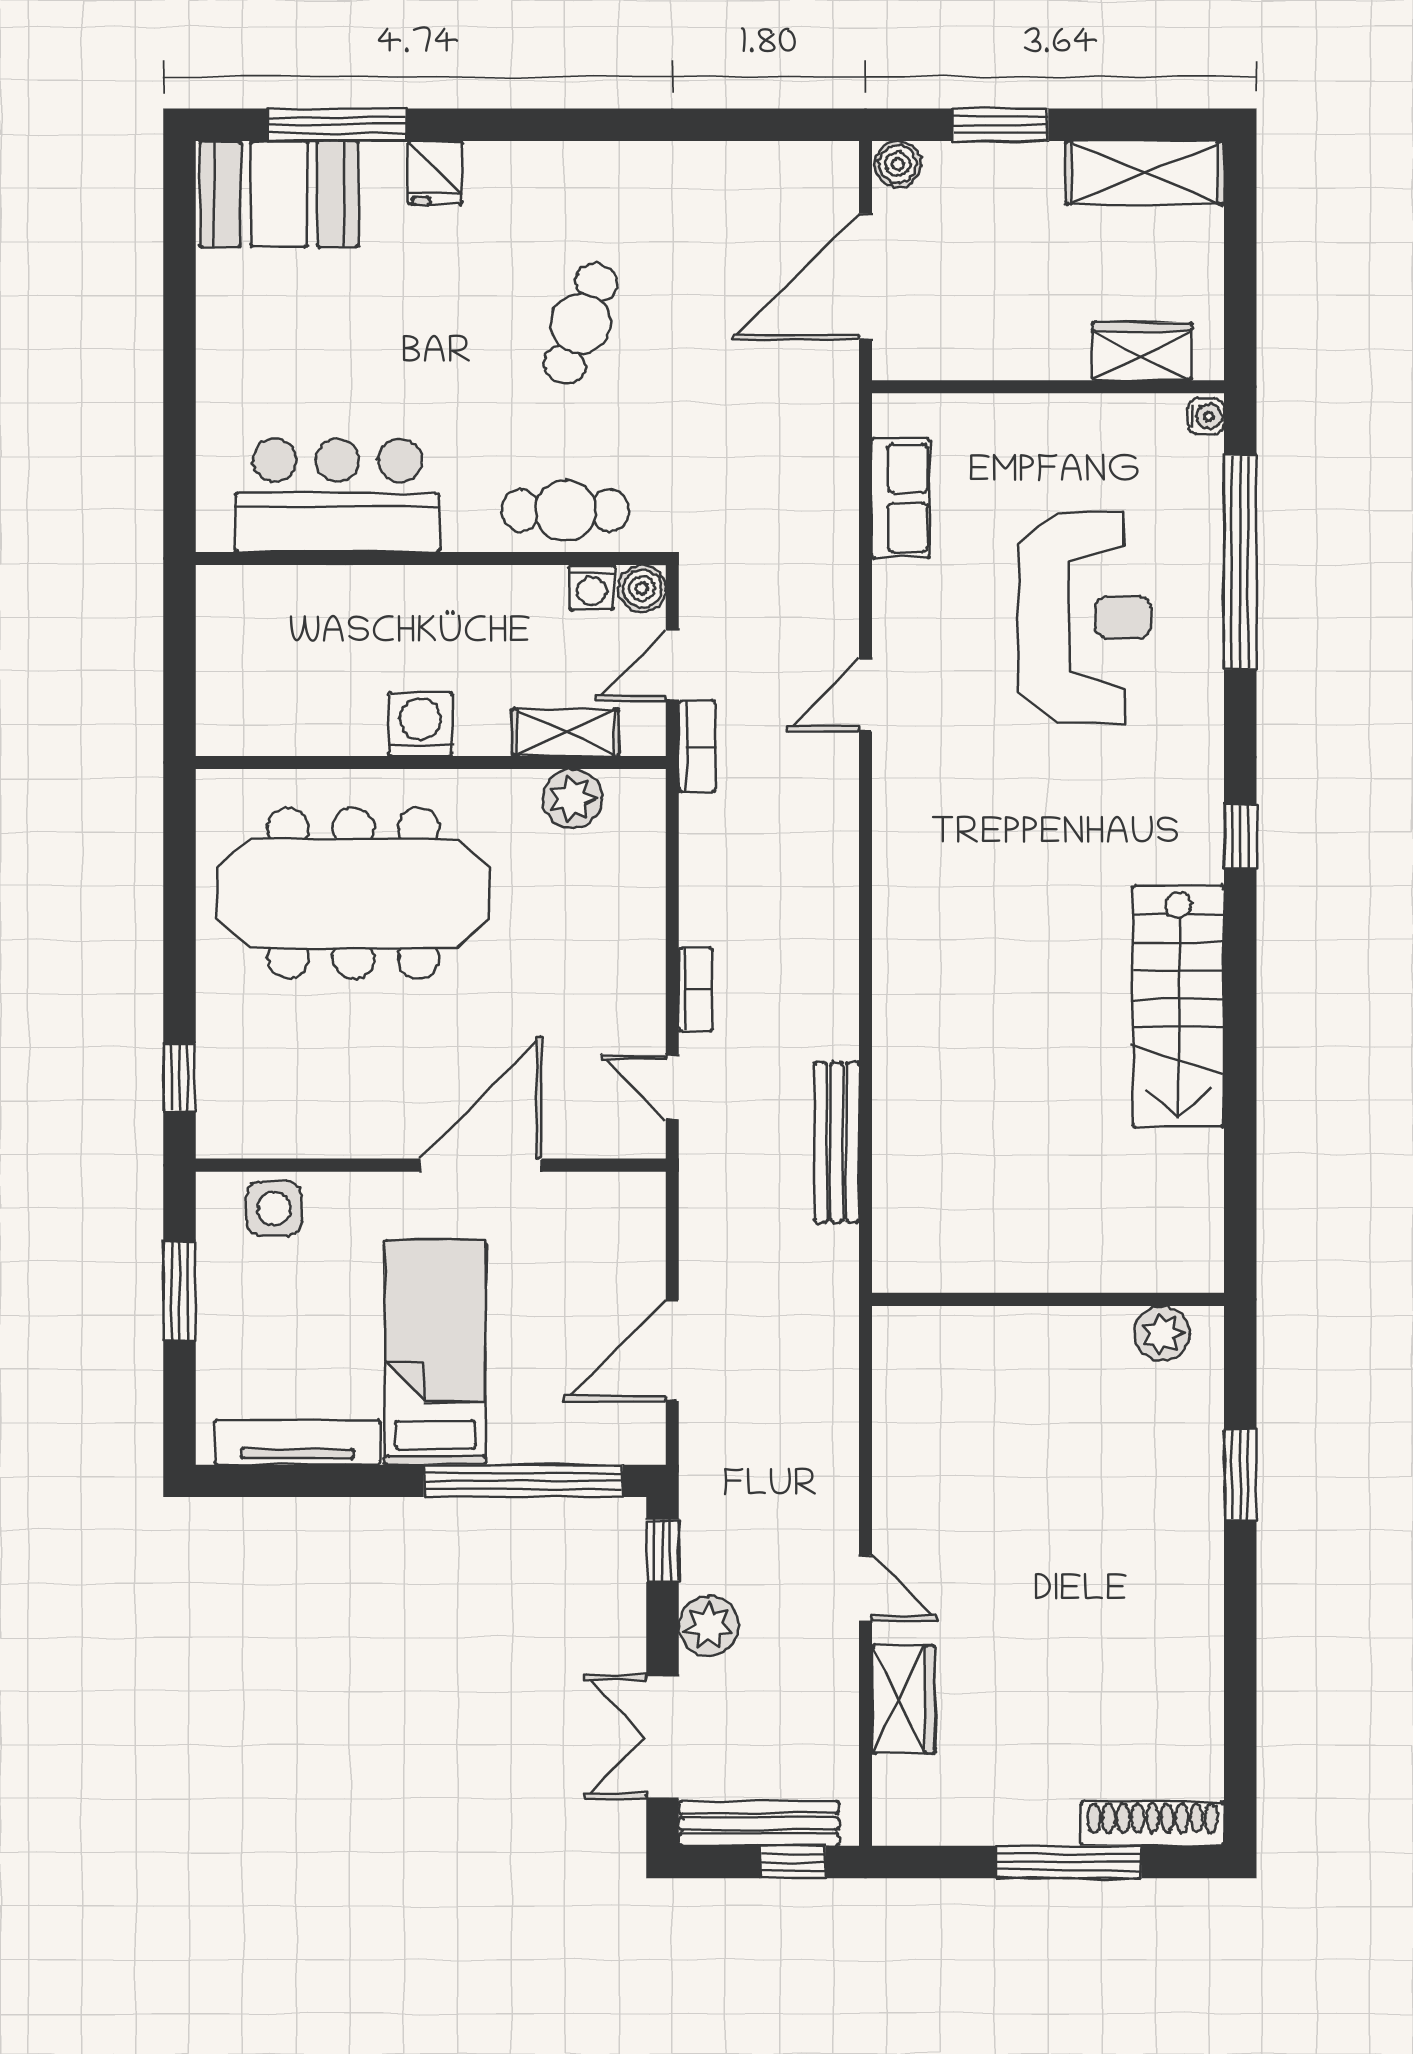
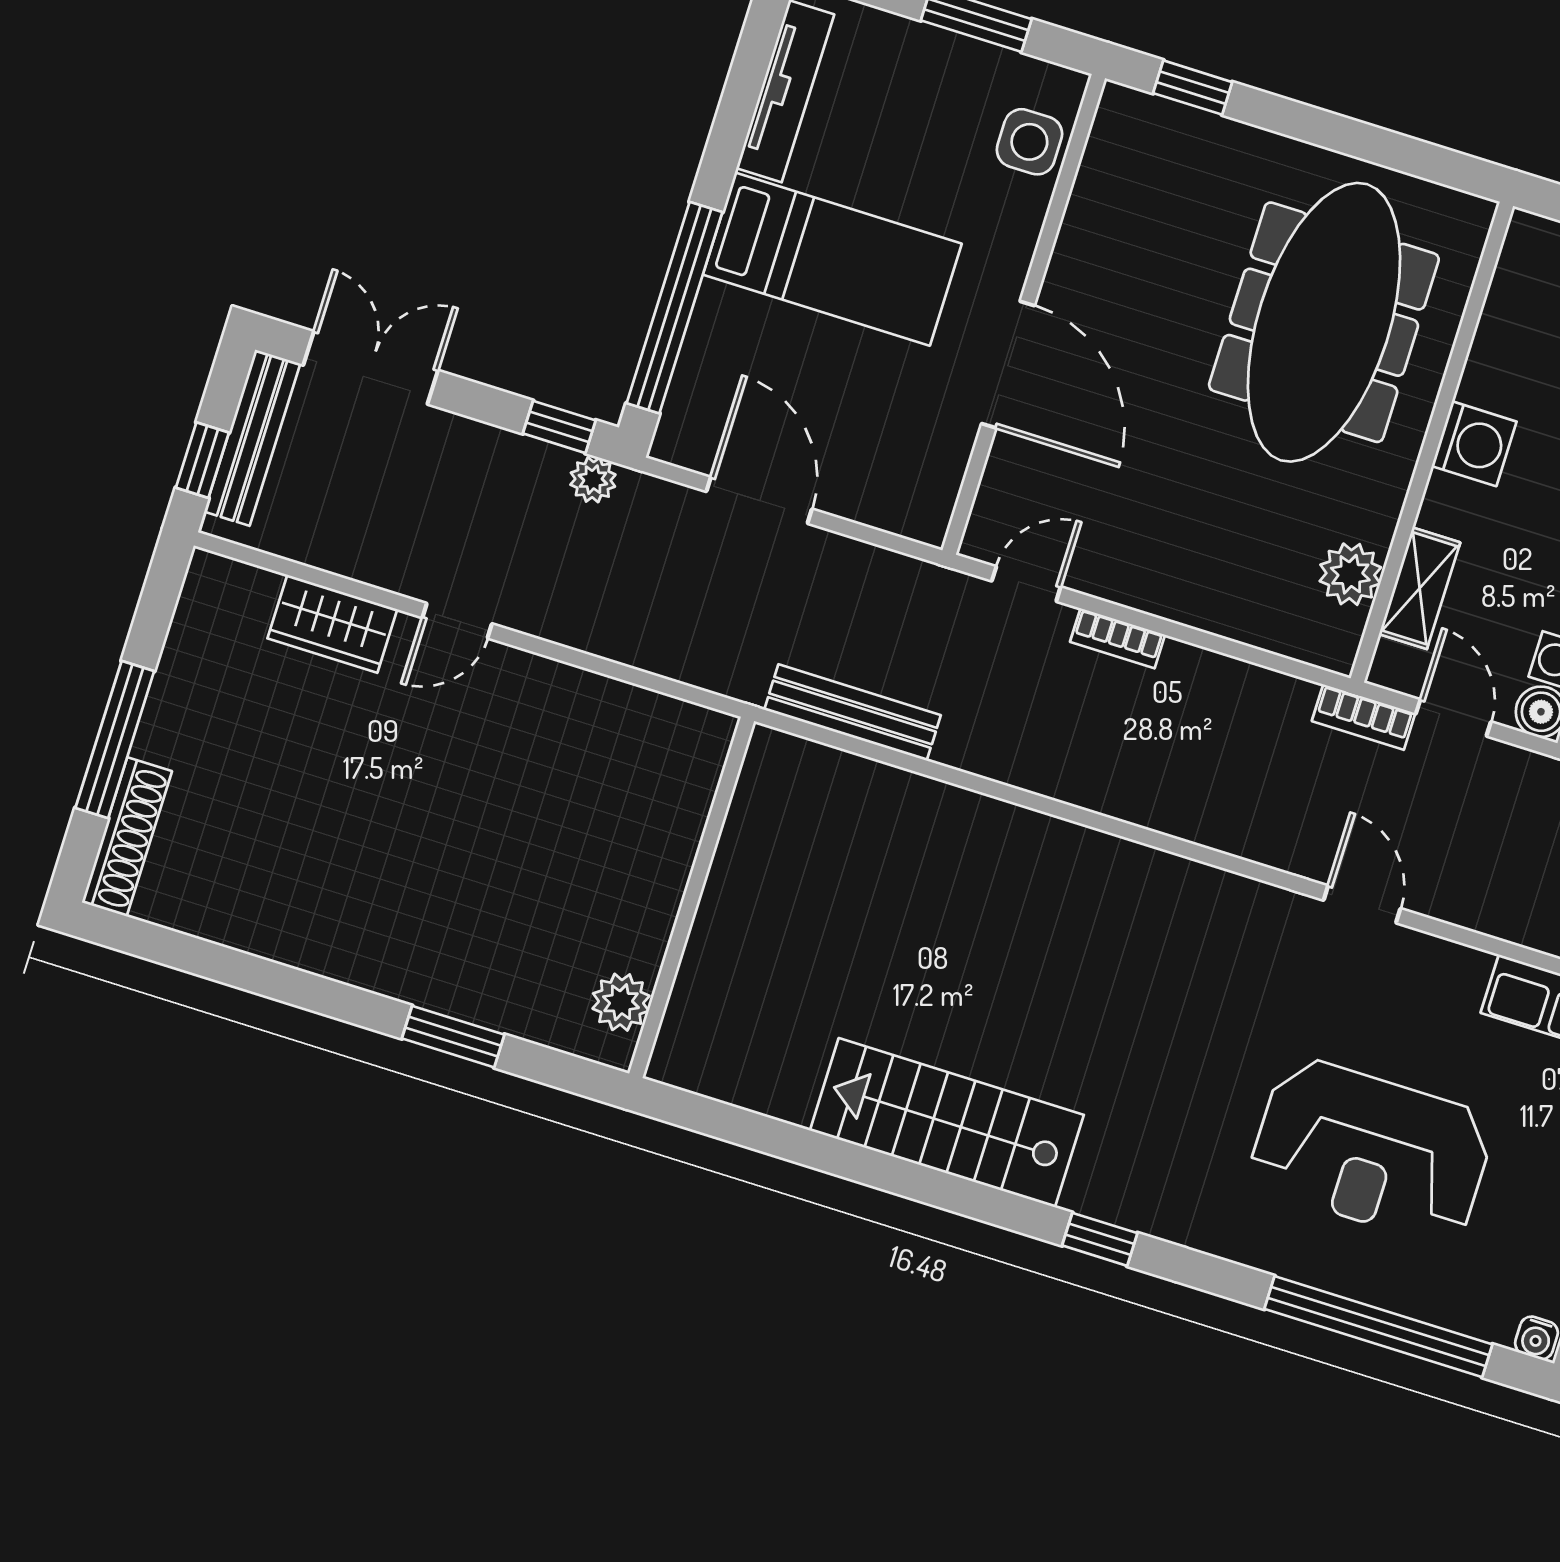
bench: (837, 1142) -> (852, 712), moved
plant: (709, 1626) -> (593, 480), moved, width x0.73, depth x0.73

